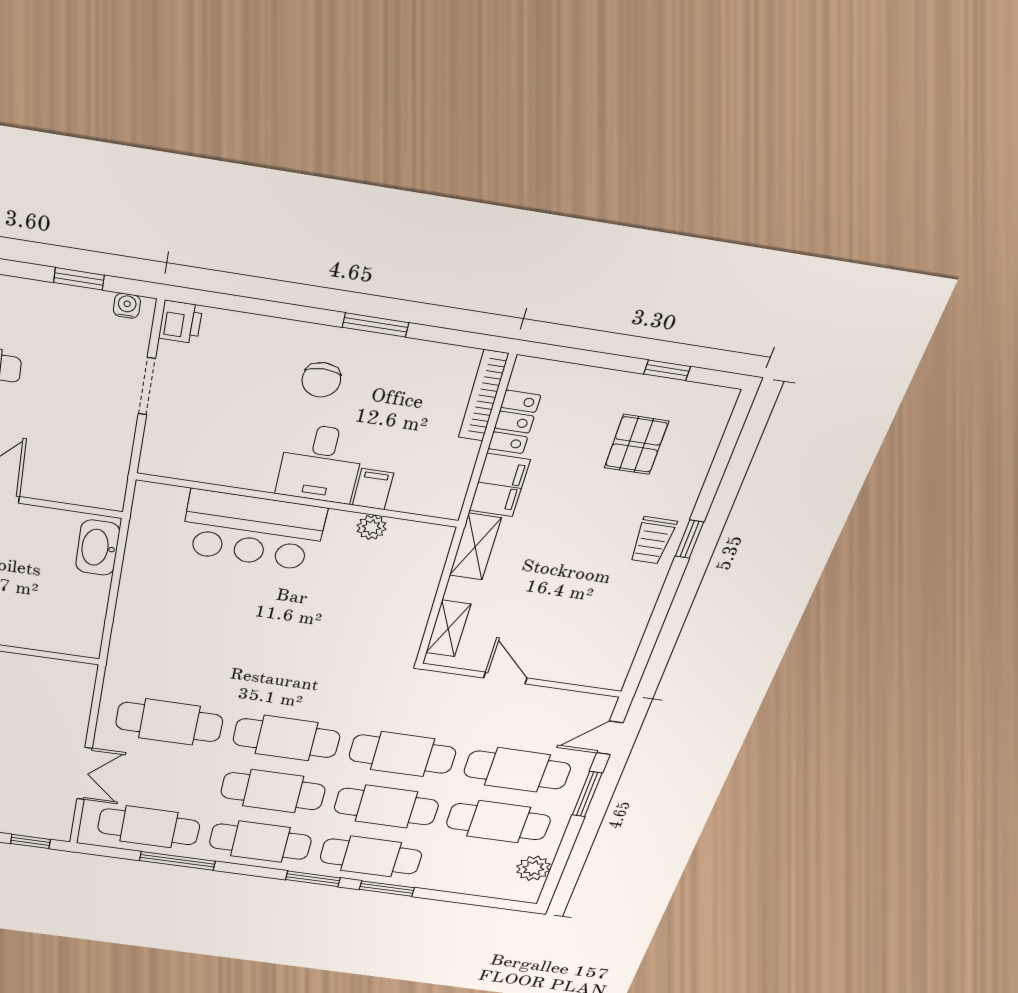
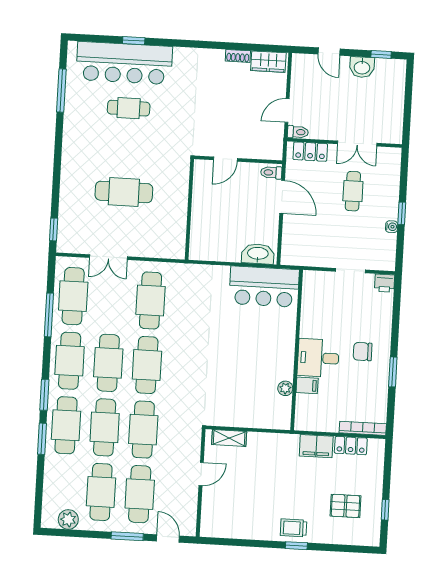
window: (79, 279) -> (402, 213), moved
water cooler: (127, 306) -> (392, 227), moved
bar counter: (253, 530) -> (264, 287), moved, turned -90
shelving: (475, 547) -> (280, 442), removed

